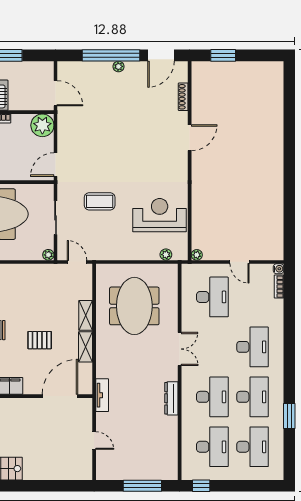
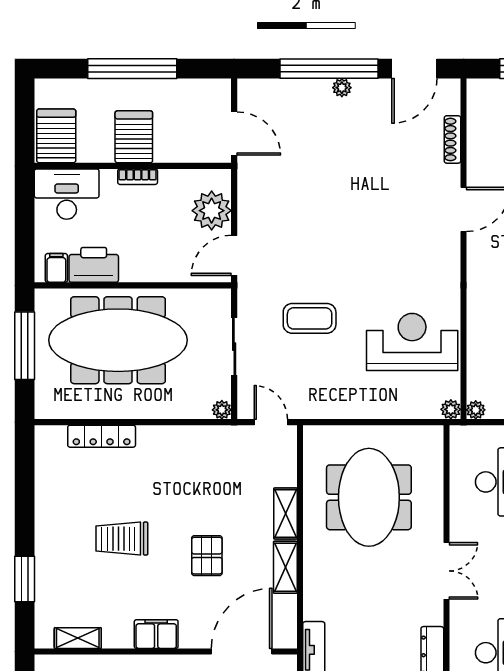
plant: (42, 125) -> (212, 211), moved
plant: (166, 255) -> (451, 409), moved
pallet: (40, 340) -> (207, 556), turned 90

